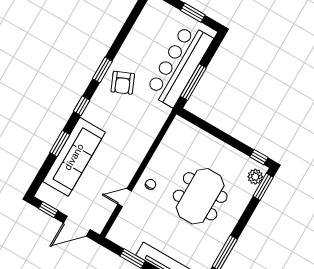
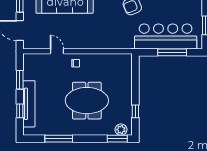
window: (193, 82) -> (172, 52), moved
window: (259, 157) -> (135, 111), moved

